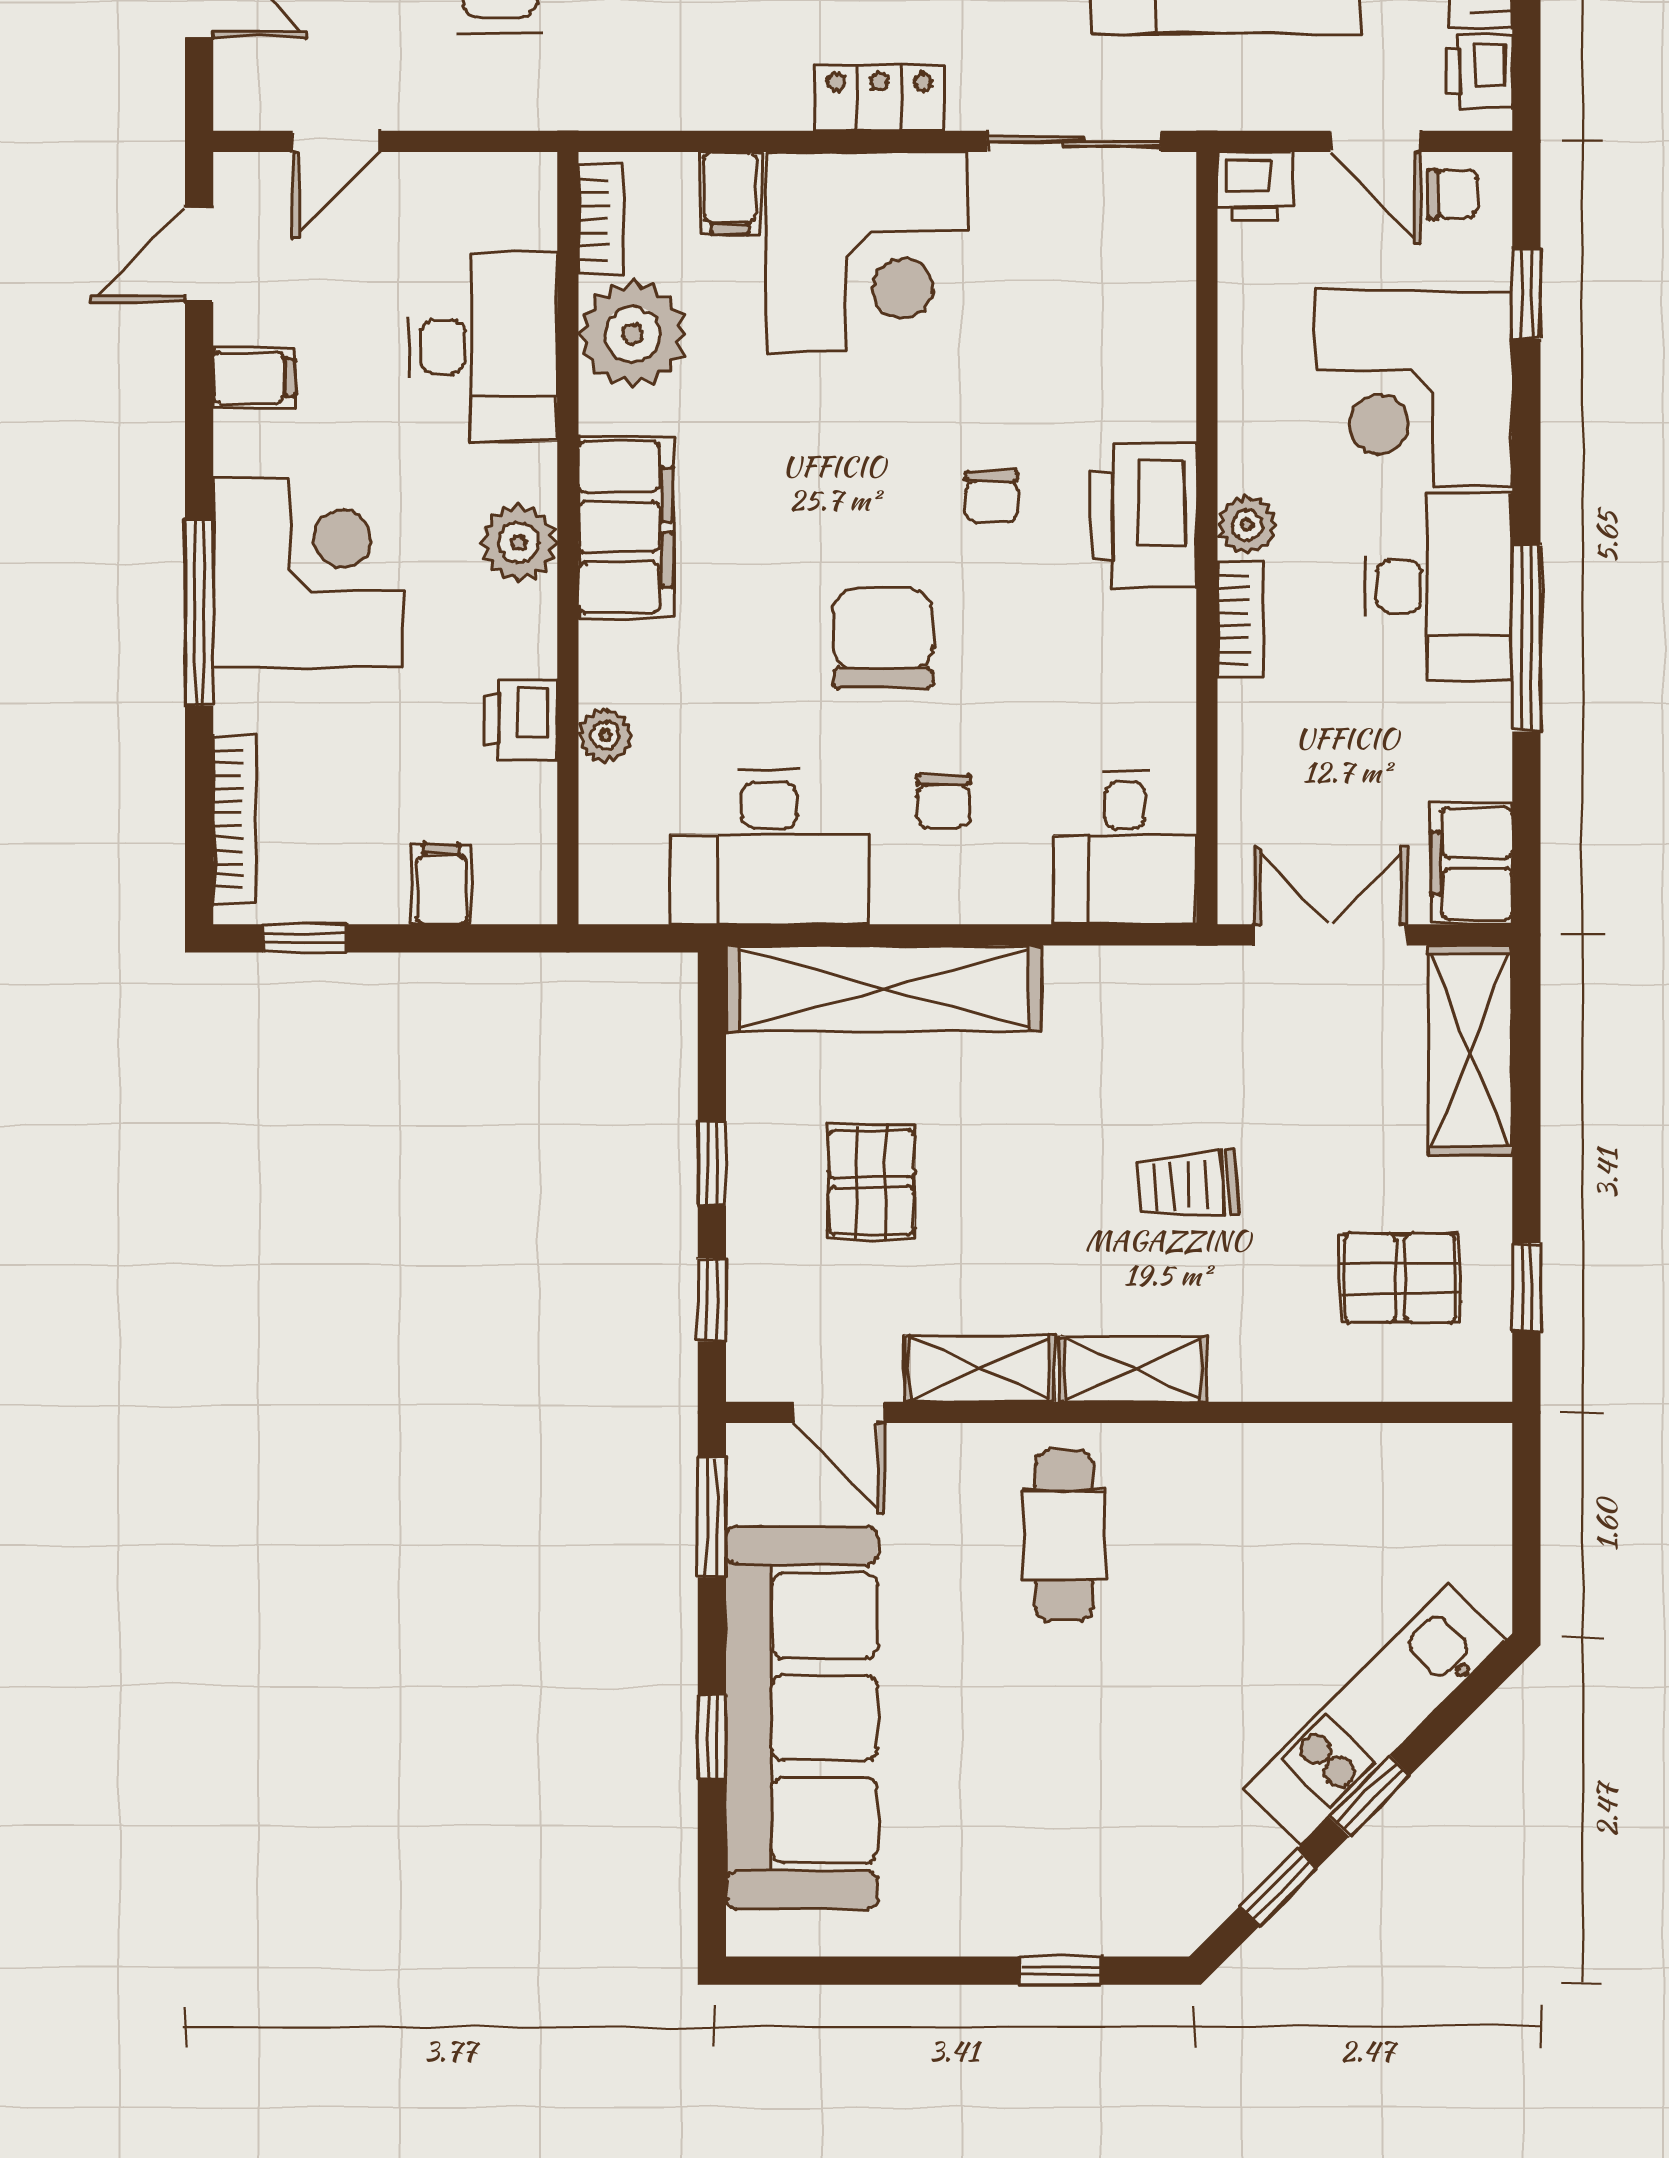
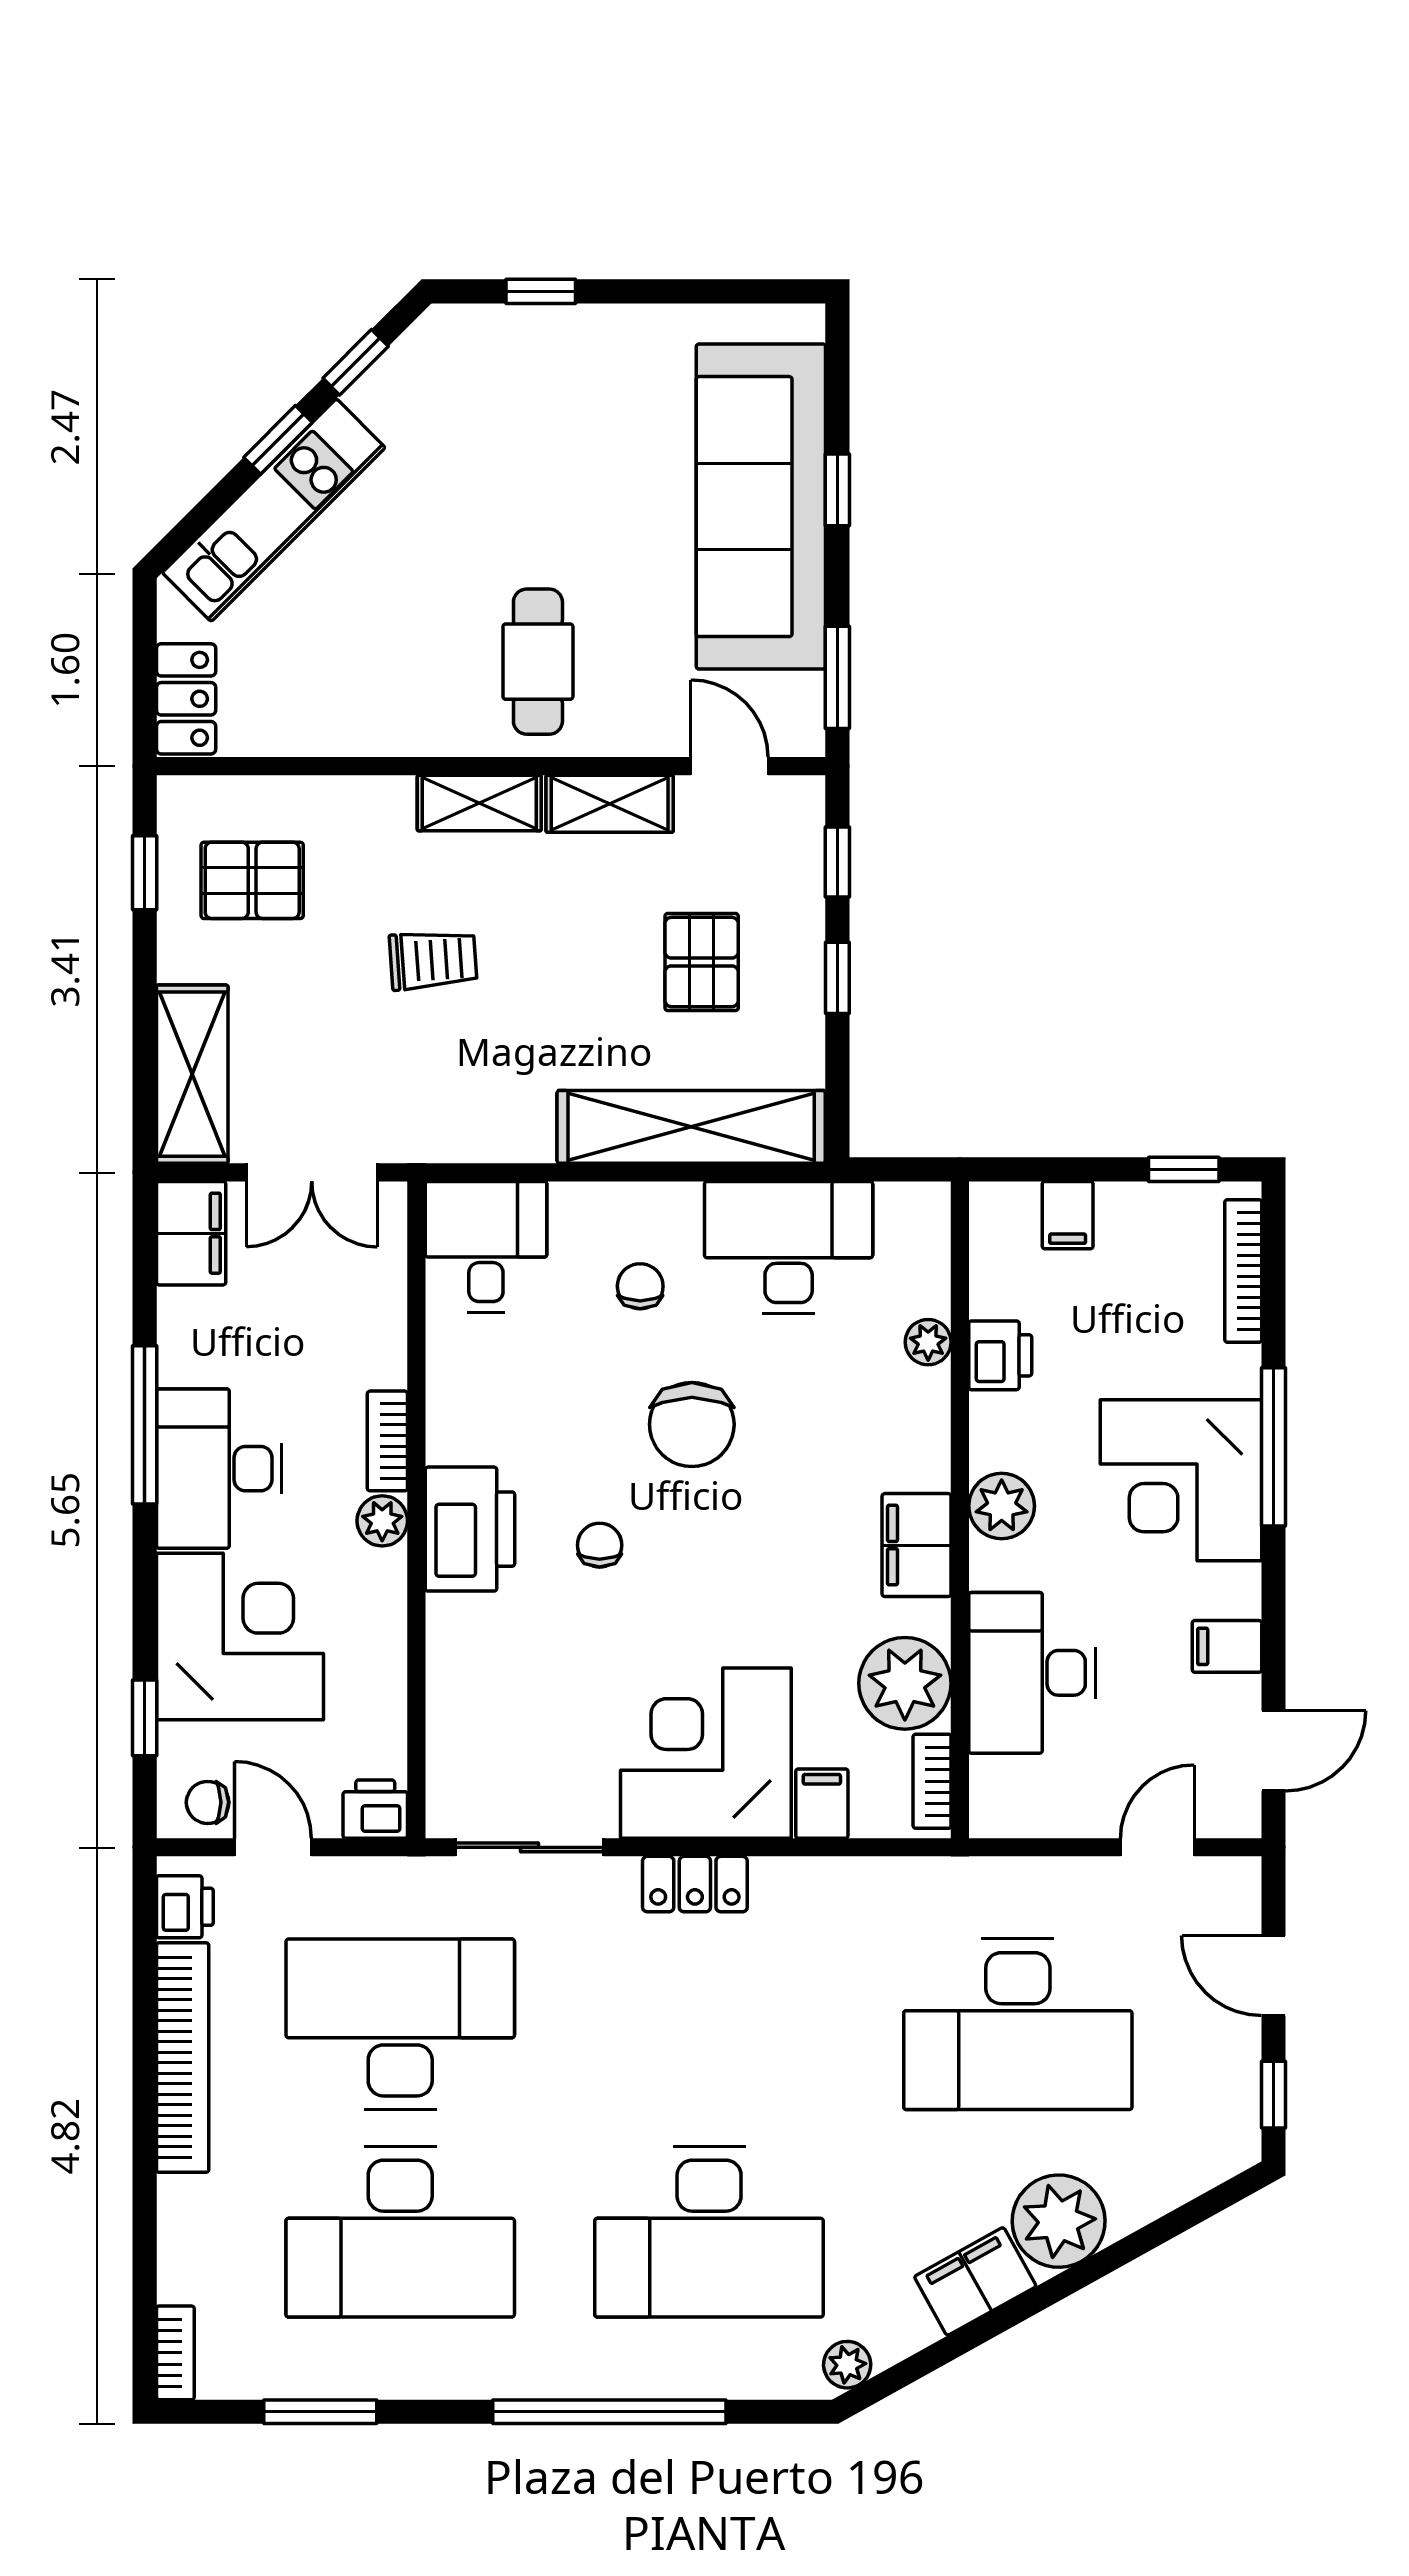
filing cabinet: (626, 527) -> (917, 1545), width x0.67, depth x0.86
locker: (1478, 1492) -> (186, 699), added

